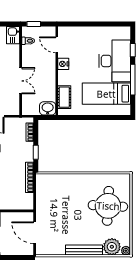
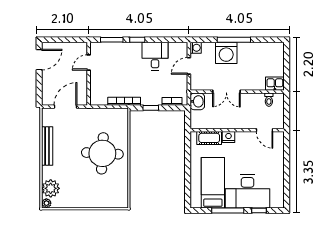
window: (34, 24) -> (287, 106), removed
door: (57, 45) -> (265, 130), swing flipped
nightstand: (63, 64) -> (229, 137), moved
washbasin: (48, 108) -> (197, 101), moved
round table: (108, 206) -> (102, 153), moved
bench: (84, 250) -> (47, 146), moved

